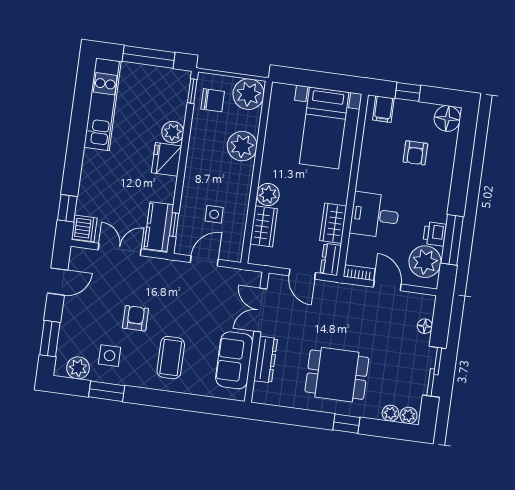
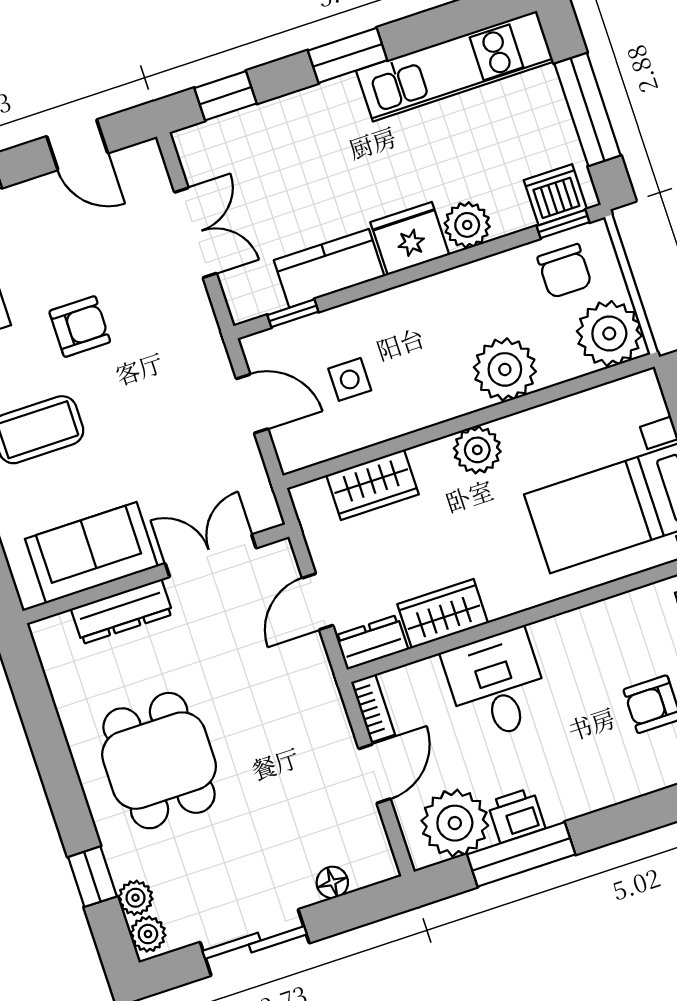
window: (76, 148) -> (348, 55), added
plant: (268, 195) -> (477, 450), moved
kitchen counter: (159, 227) -> (329, 268), moved
dishwasher: (84, 228) -> (555, 195), moved, turned 180
window: (346, 424) -> (92, 877), moved

